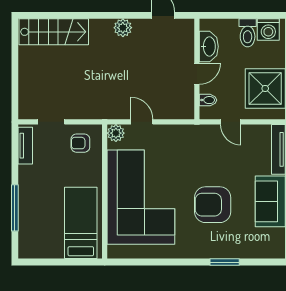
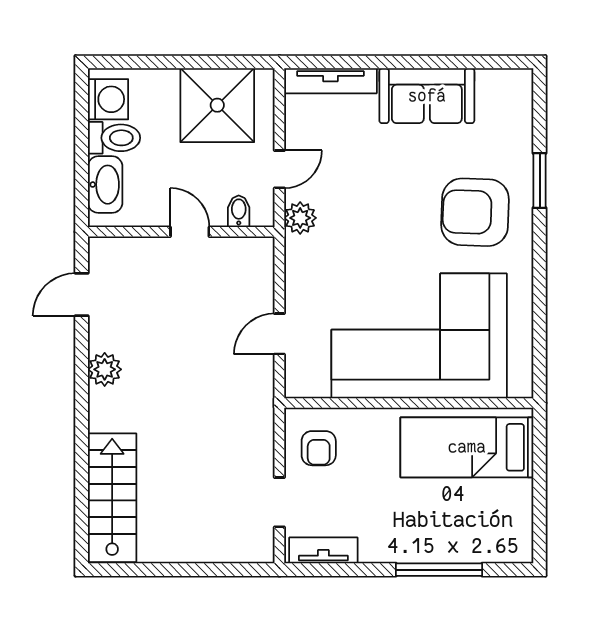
washbasin: (209, 47) -> (105, 185), moved, turned 90
plant: (116, 133) -> (300, 218), moved
armchair: (213, 205) -> (475, 212), moved, turned 92

